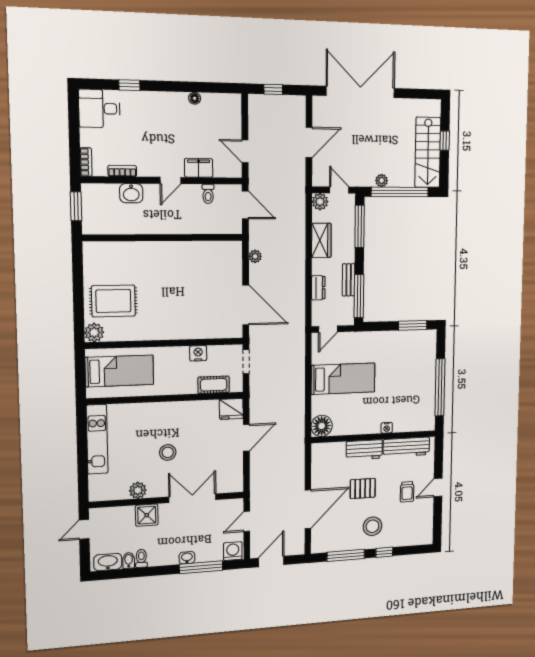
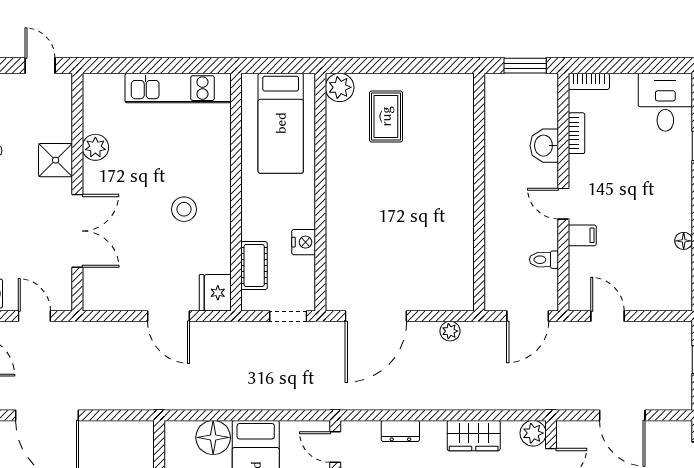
door: (245, 151) -> (607, 316), hinge flipped
filing cabinet: (199, 168) -> (582, 235), width x0.50
rug: (113, 301) -> (386, 116), width x0.73, depth x0.70
floor lamp: (322, 426) -> (213, 437), moved
stool: (168, 452) -> (184, 209), moved

